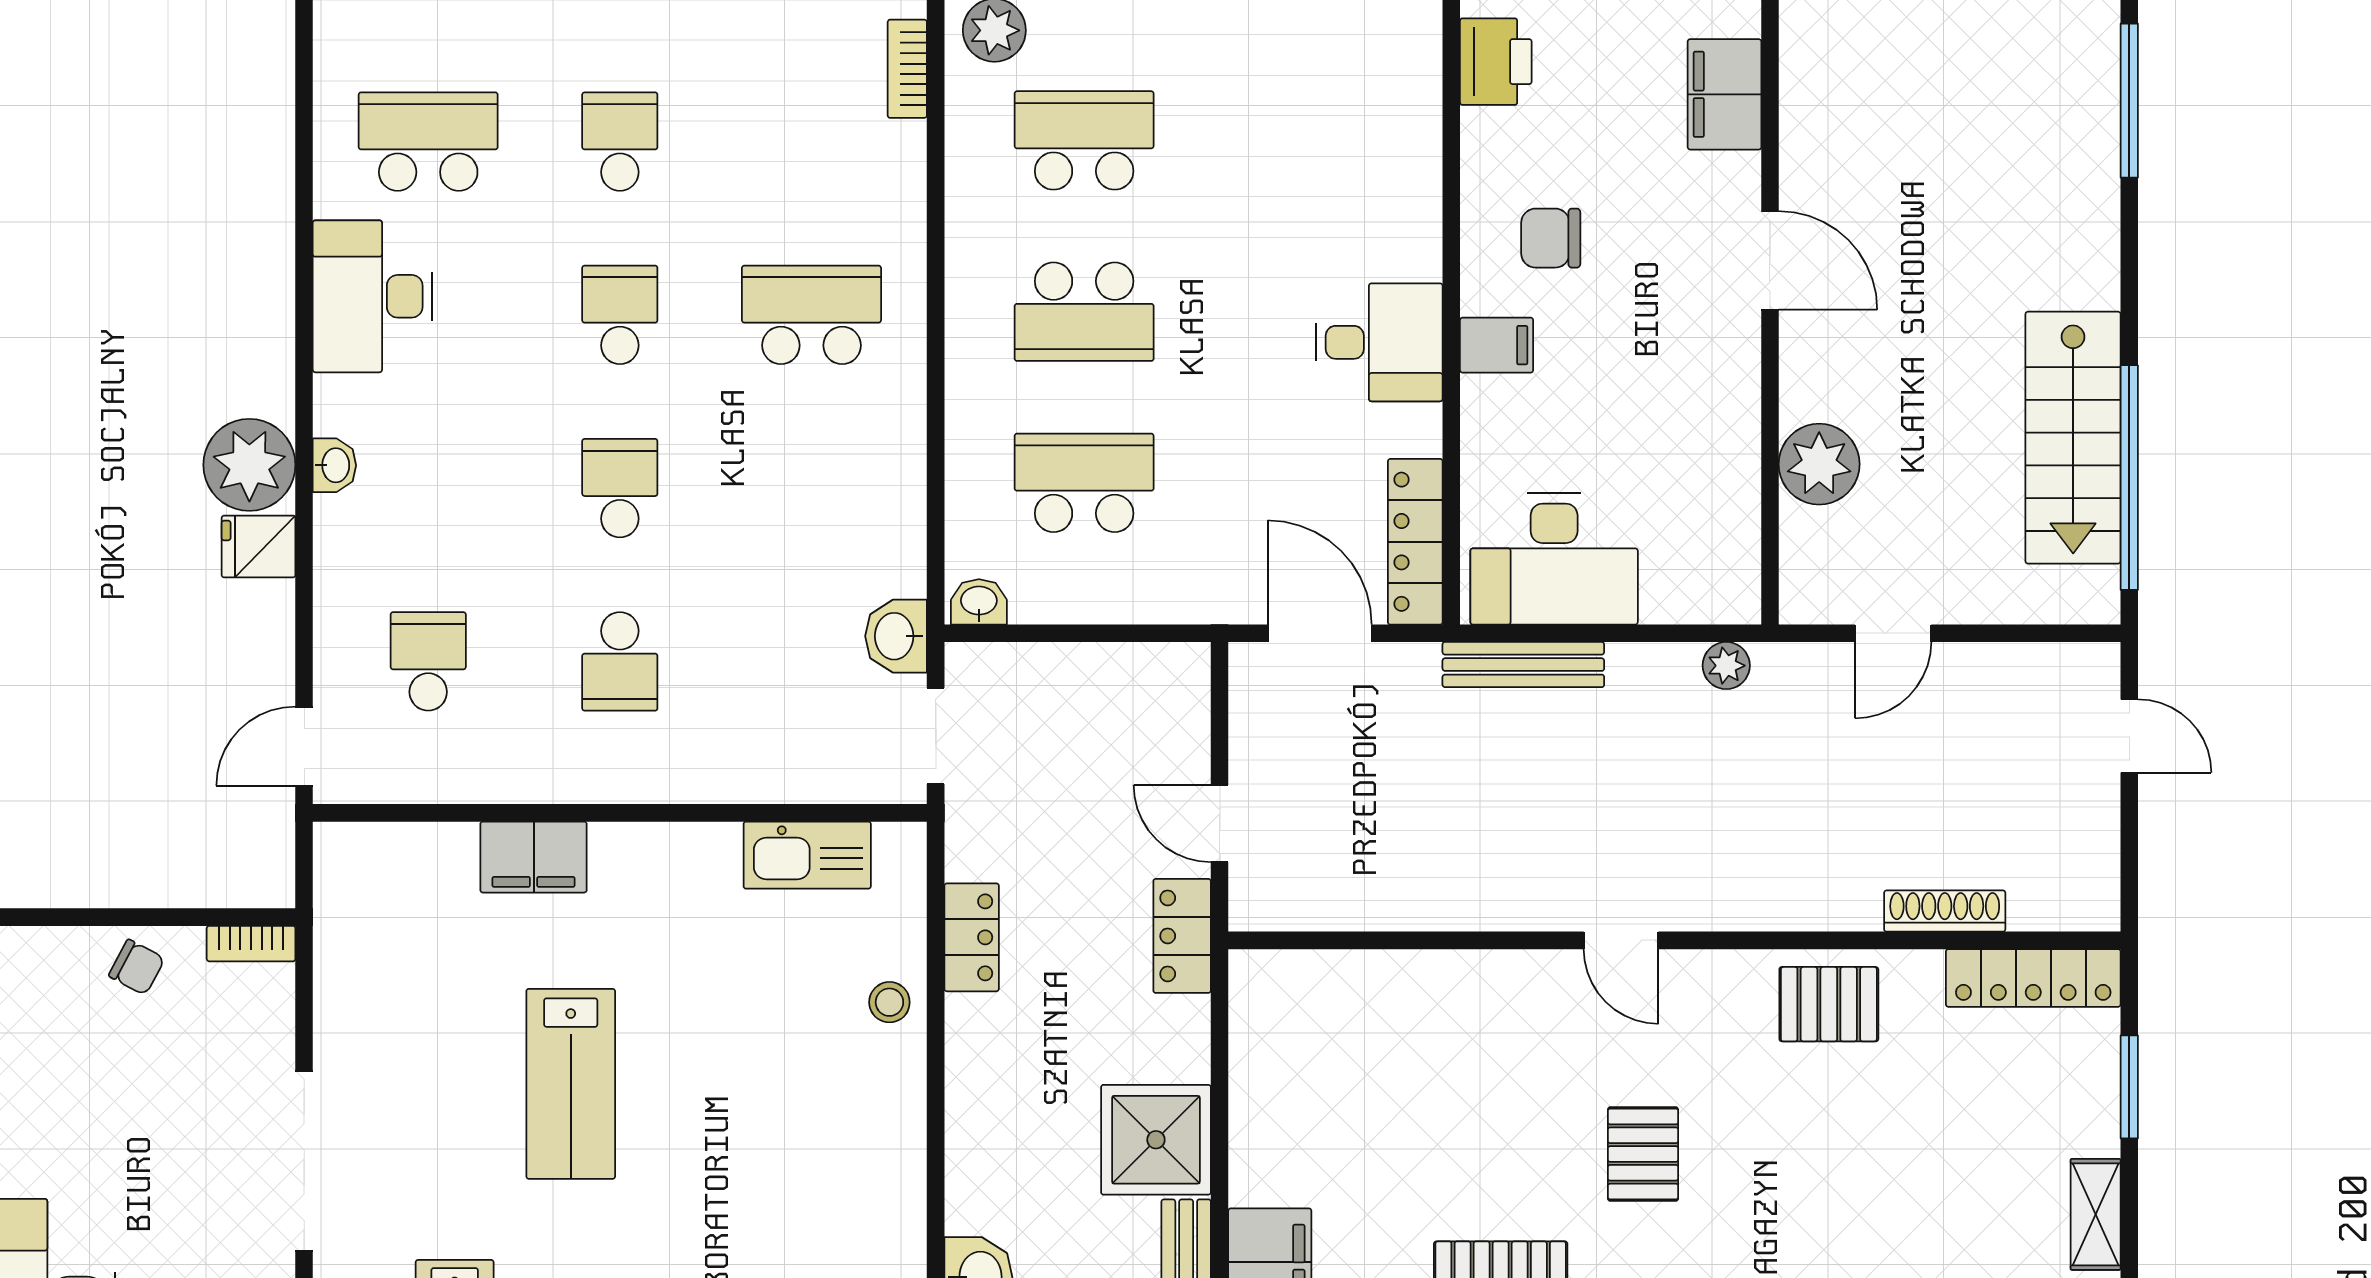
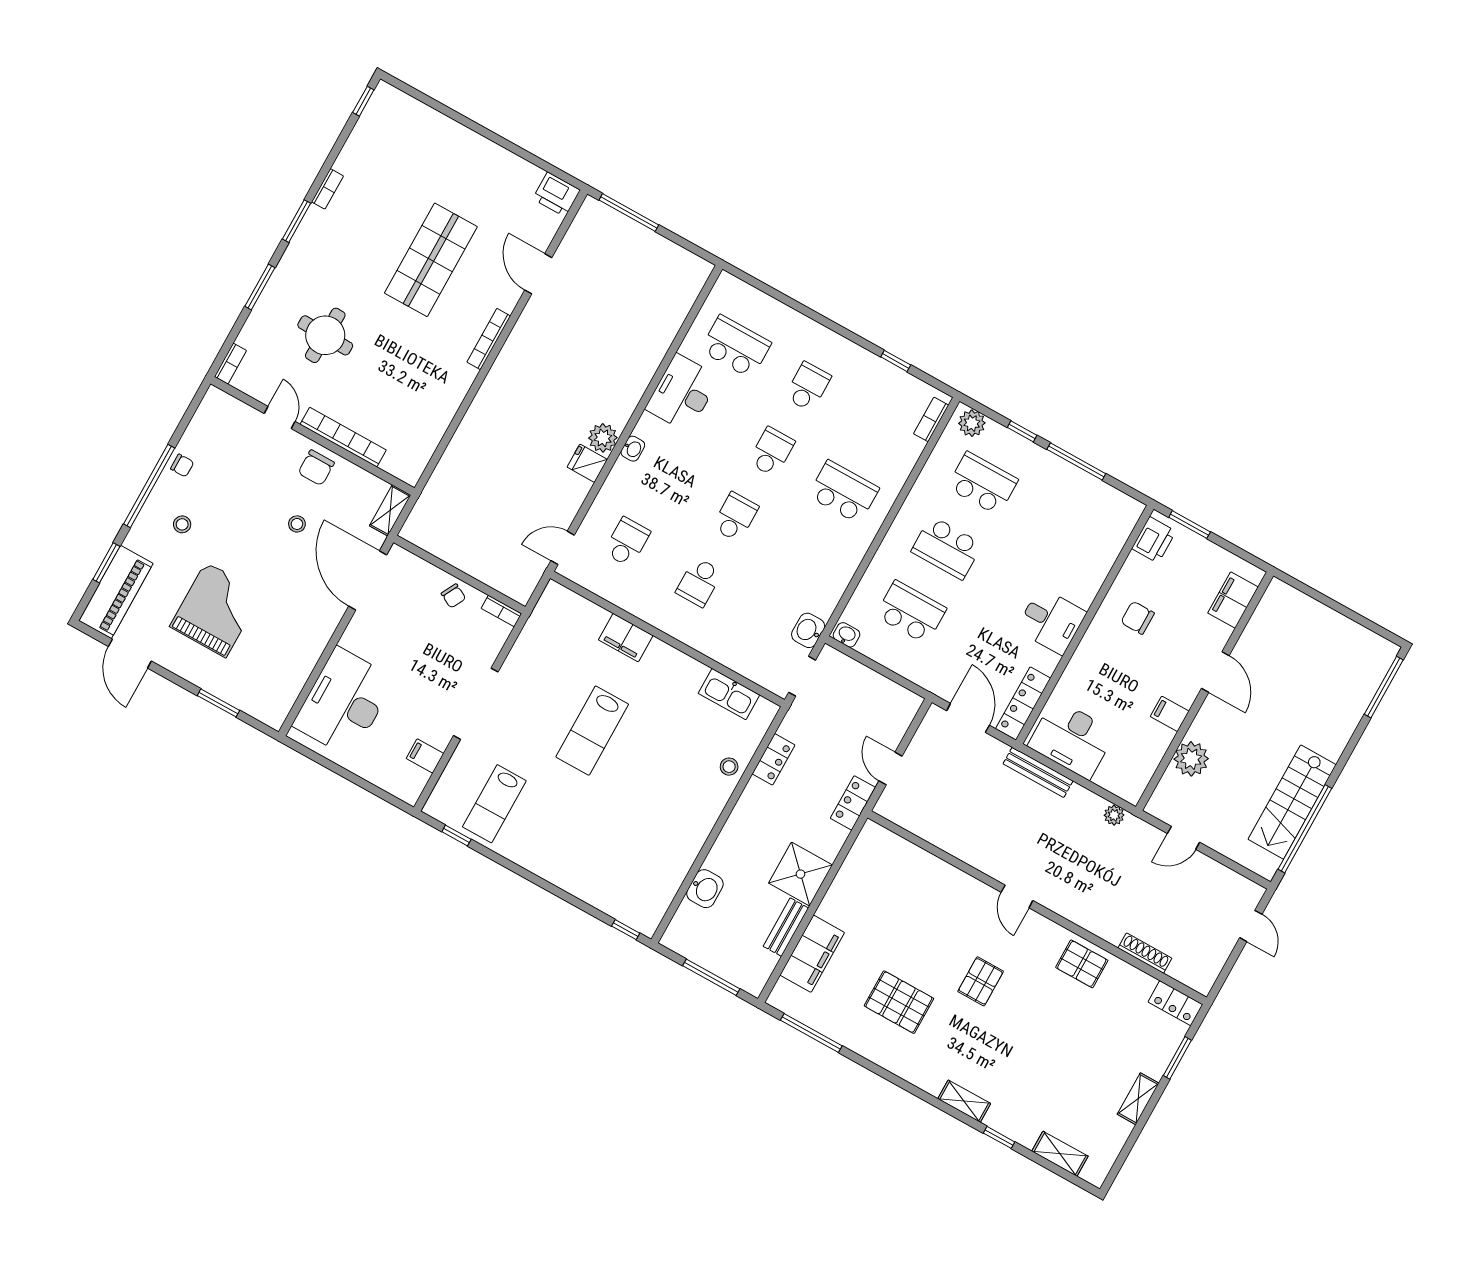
filing cabinet: (1497, 345) -> (1170, 714), moved, turned 180
plant: (249, 465) -> (603, 438), width x0.73, depth x0.73
locker: (2033, 978) -> (1175, 1003), width x0.66

